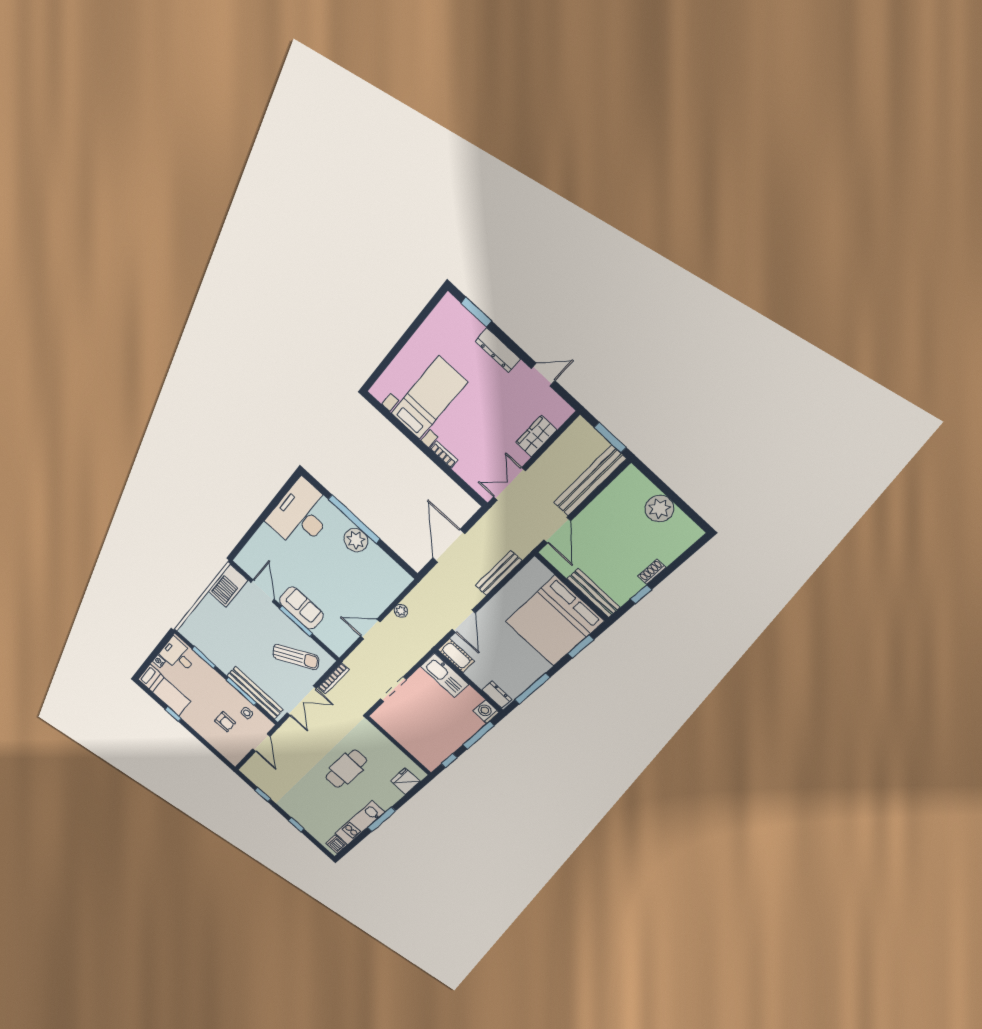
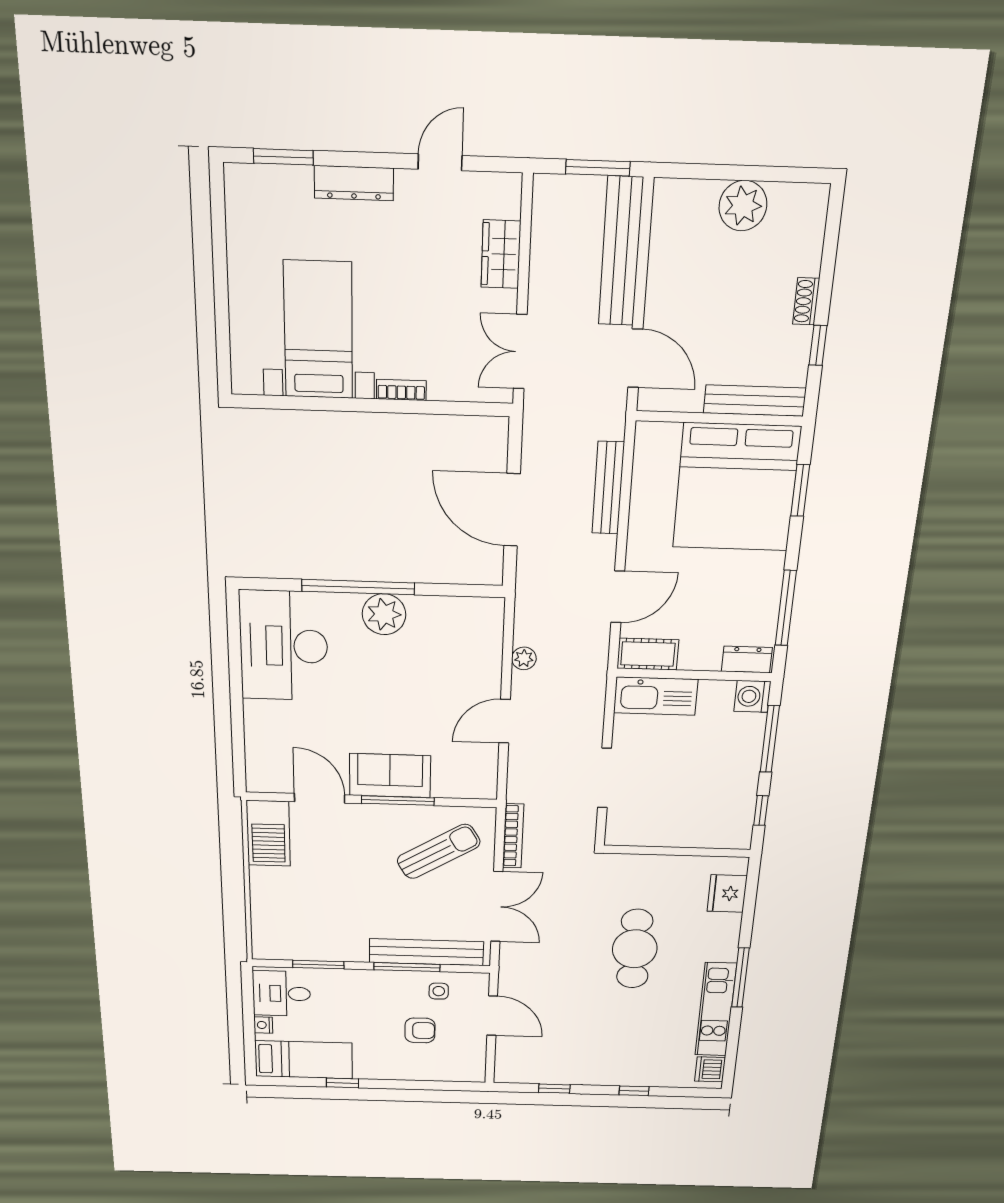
door: (464, 621) -> (618, 597), hinge flipped

